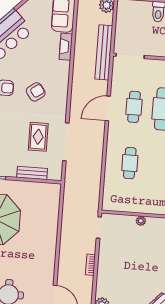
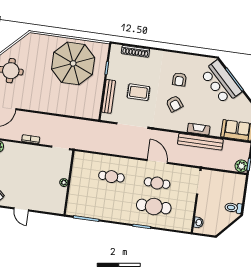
fireplace: (66, 47) -> (199, 129), moved
bench: (104, 52) -> (200, 142), moved
rug: (38, 137) -> (138, 92), moved
bench: (32, 173) -> (109, 96), width x1.36

